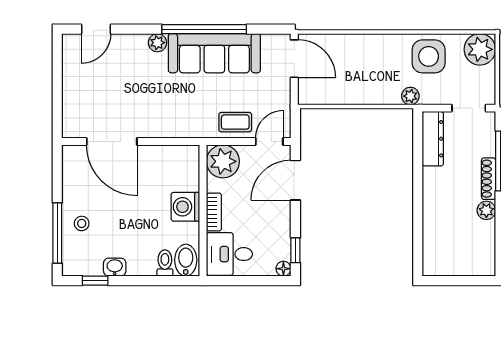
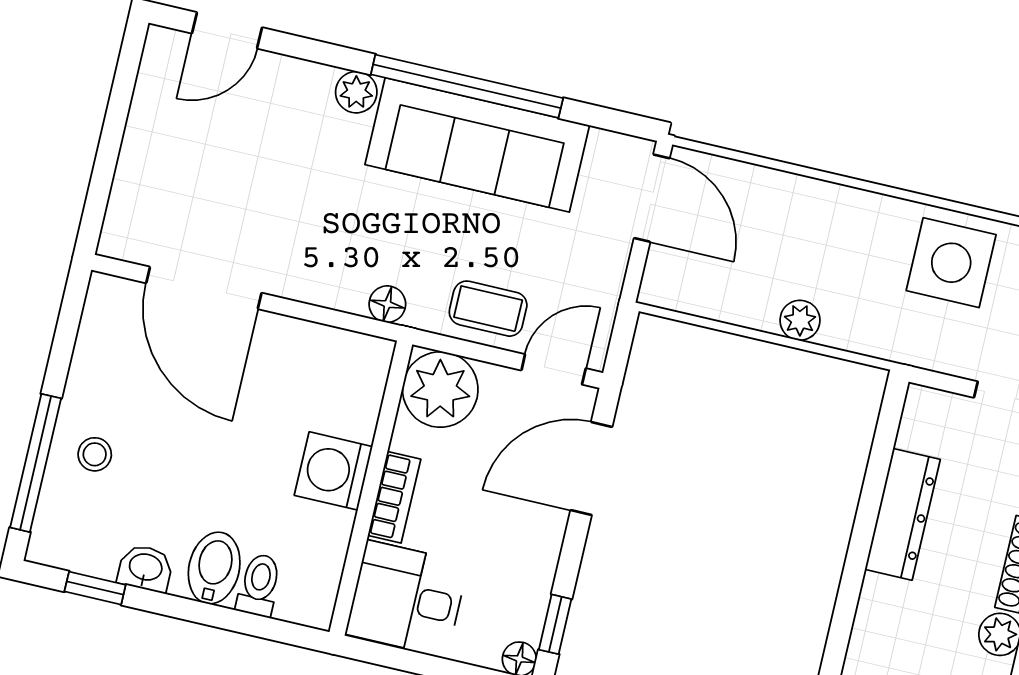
plant: (410, 96) -> (800, 320), moved
floor lamp: (192, 130) -> (387, 304), added
dresser: (433, 139) -> (903, 514), moved
bidet: (186, 260) -> (214, 568), moved

